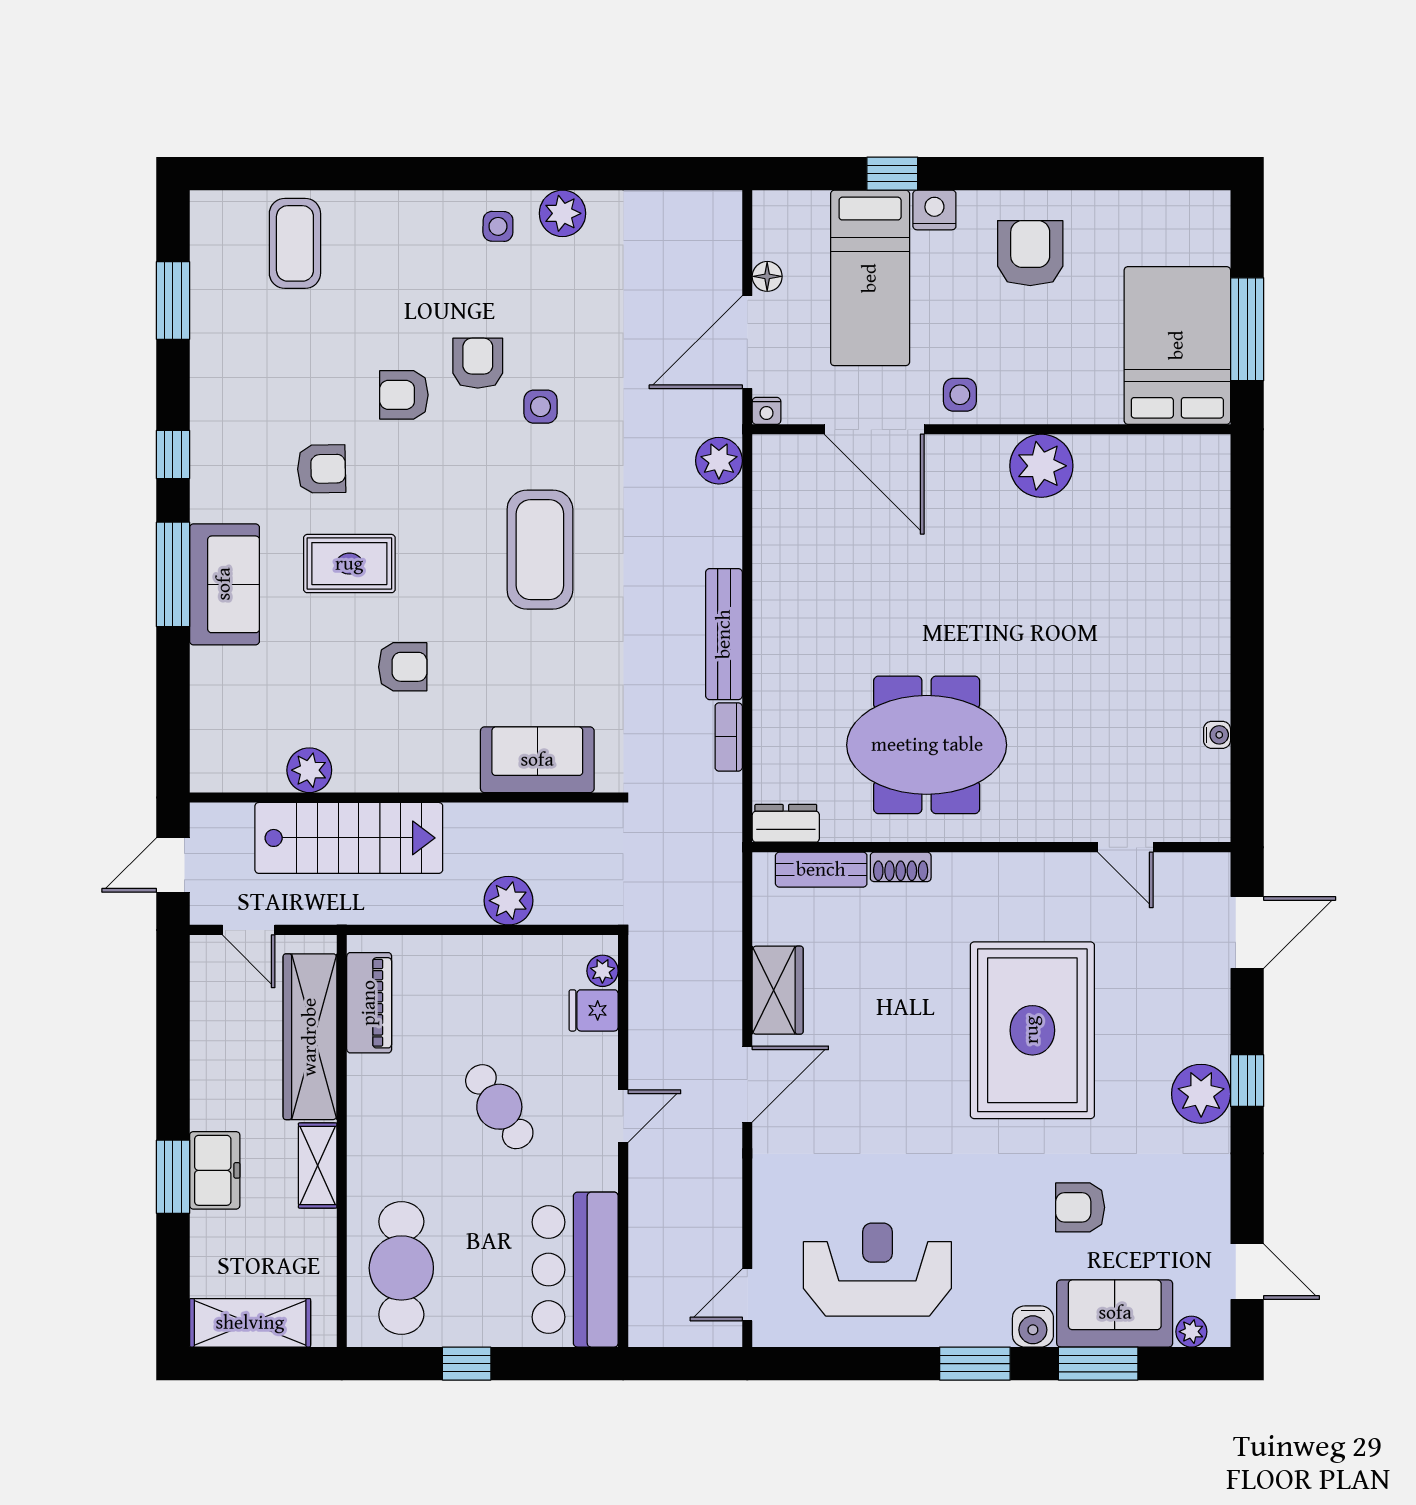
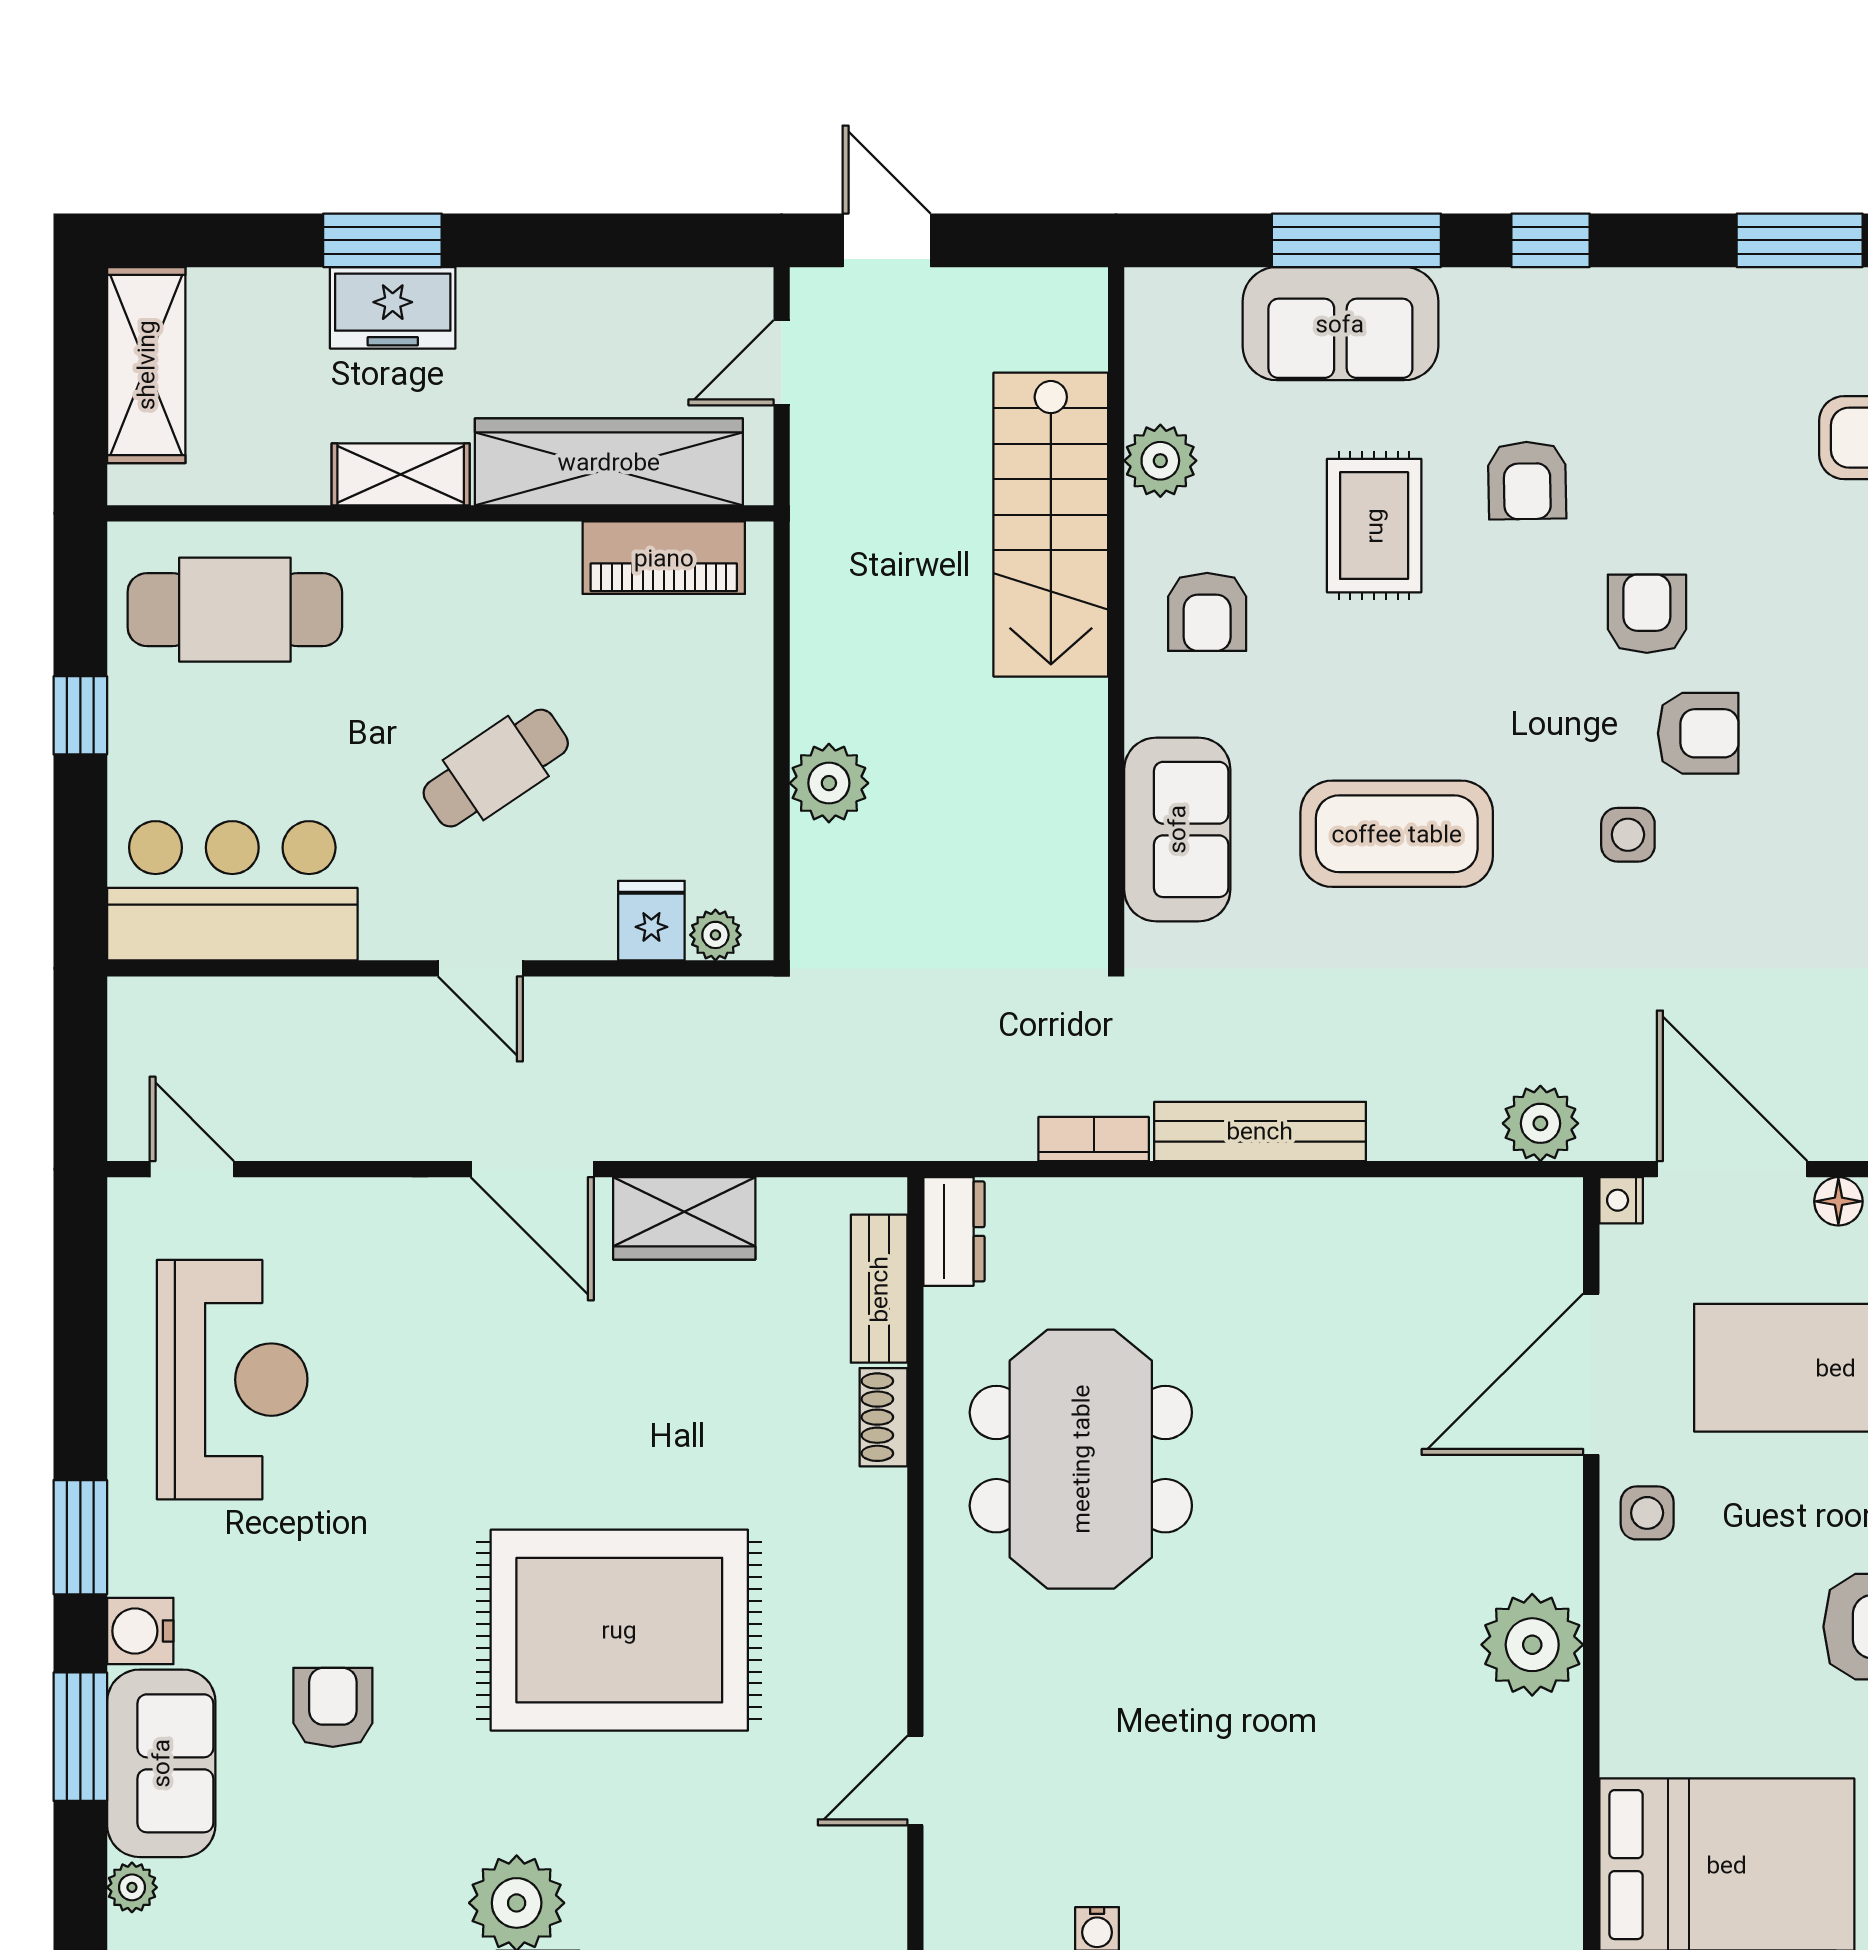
sofa: (537, 760) -> (1177, 829), moved
plant: (309, 770) -> (1160, 461), moved
wall: (404, 798) -> (1116, 614), moved
stairs: (349, 838) -> (1051, 525), moved

